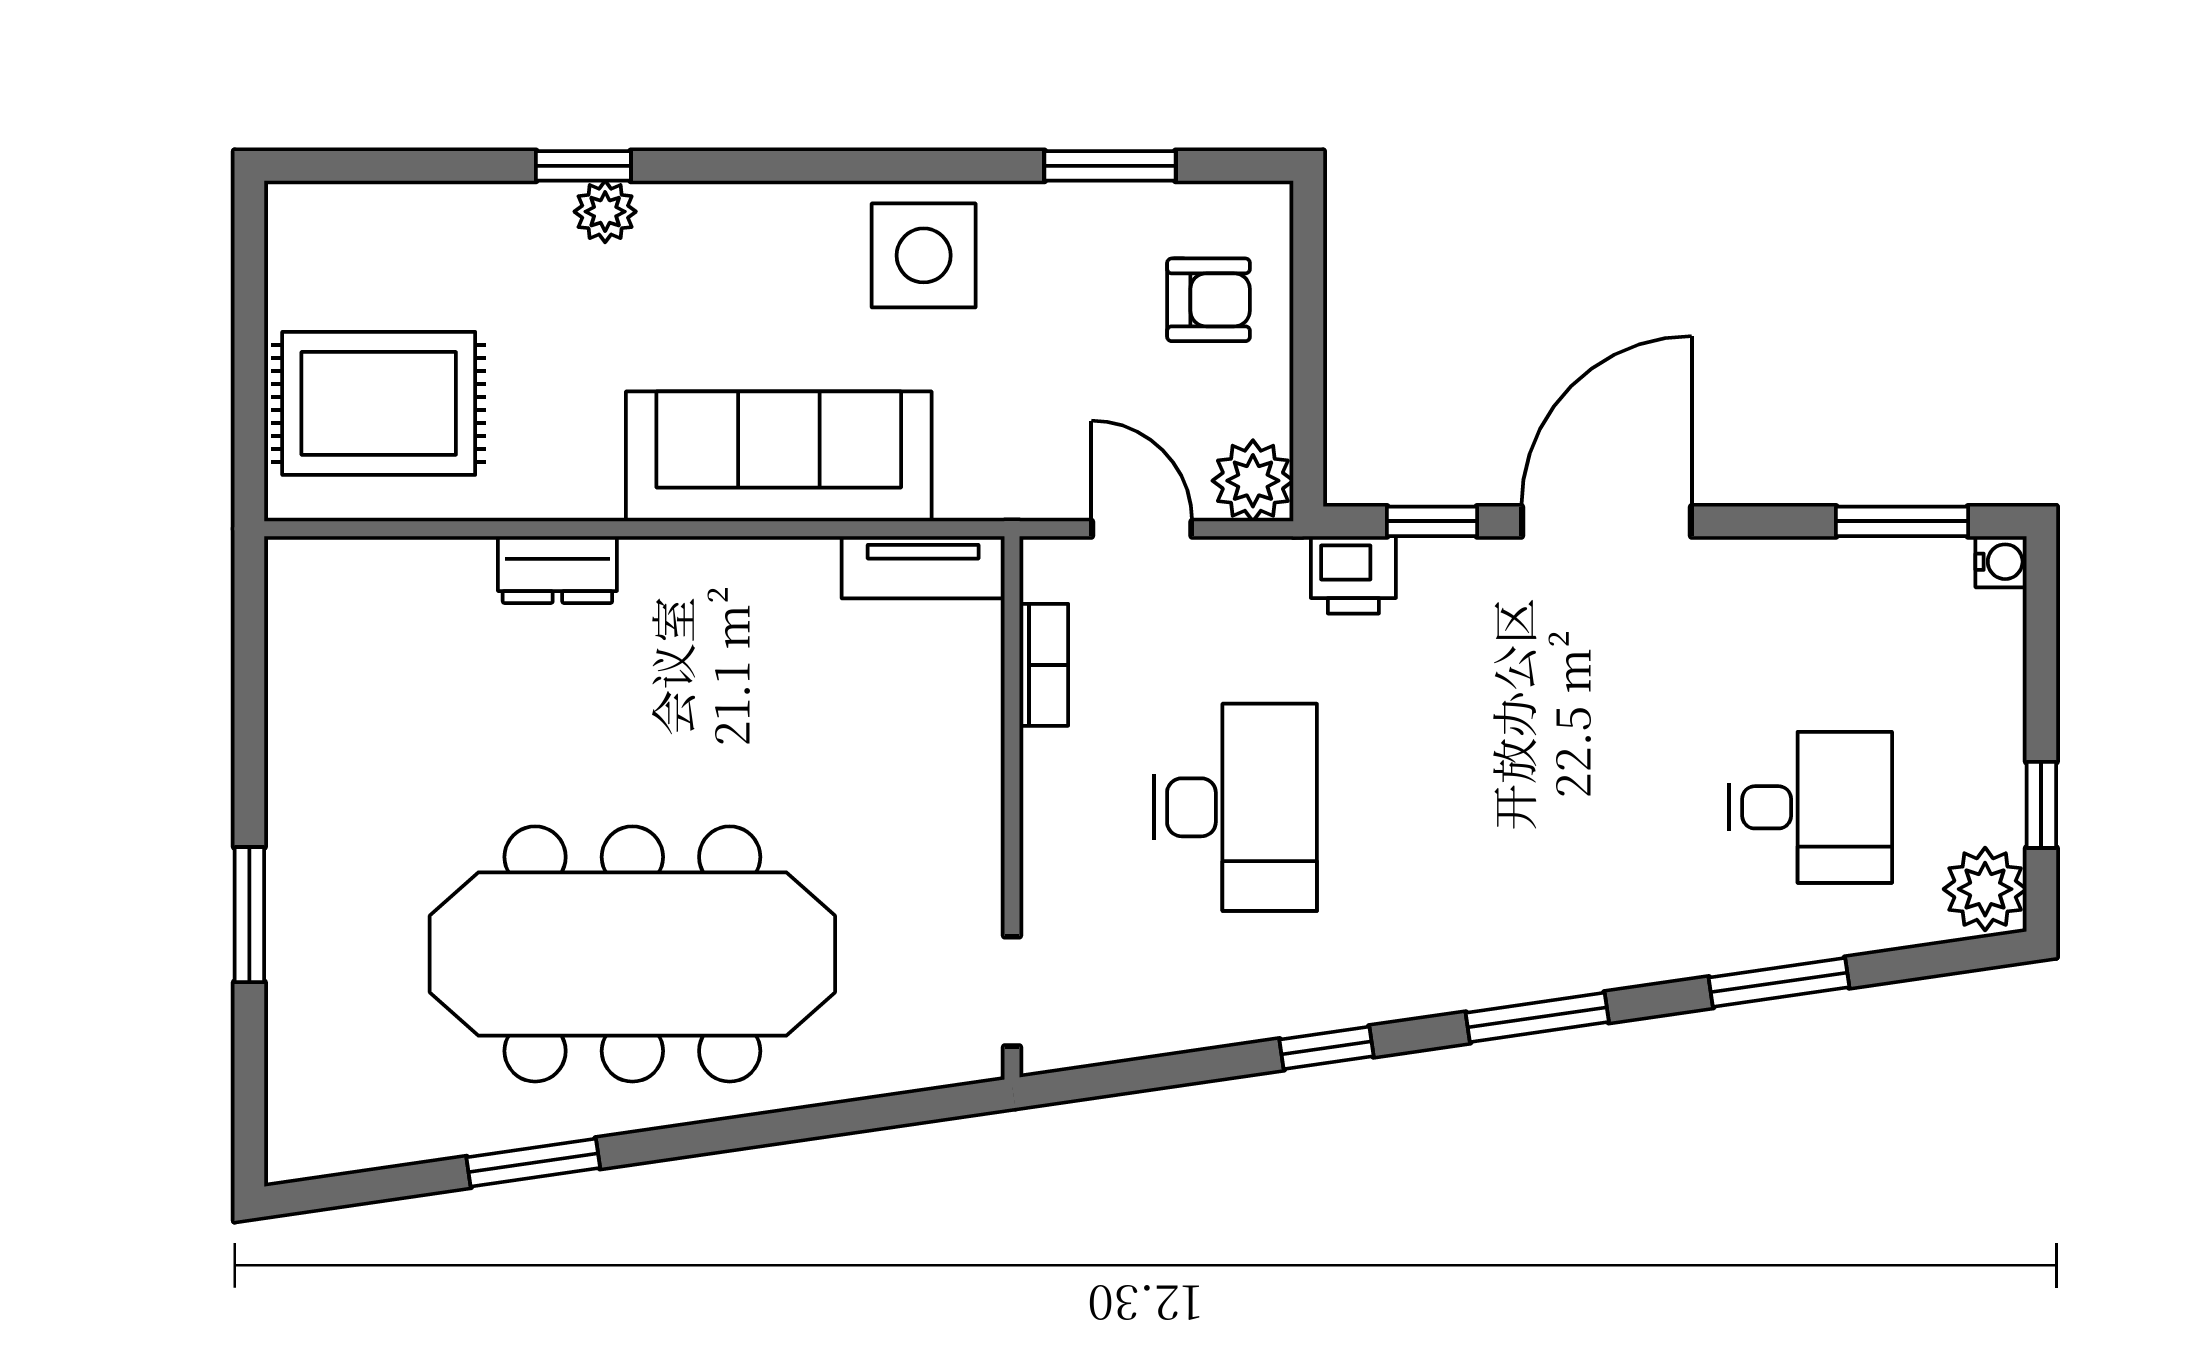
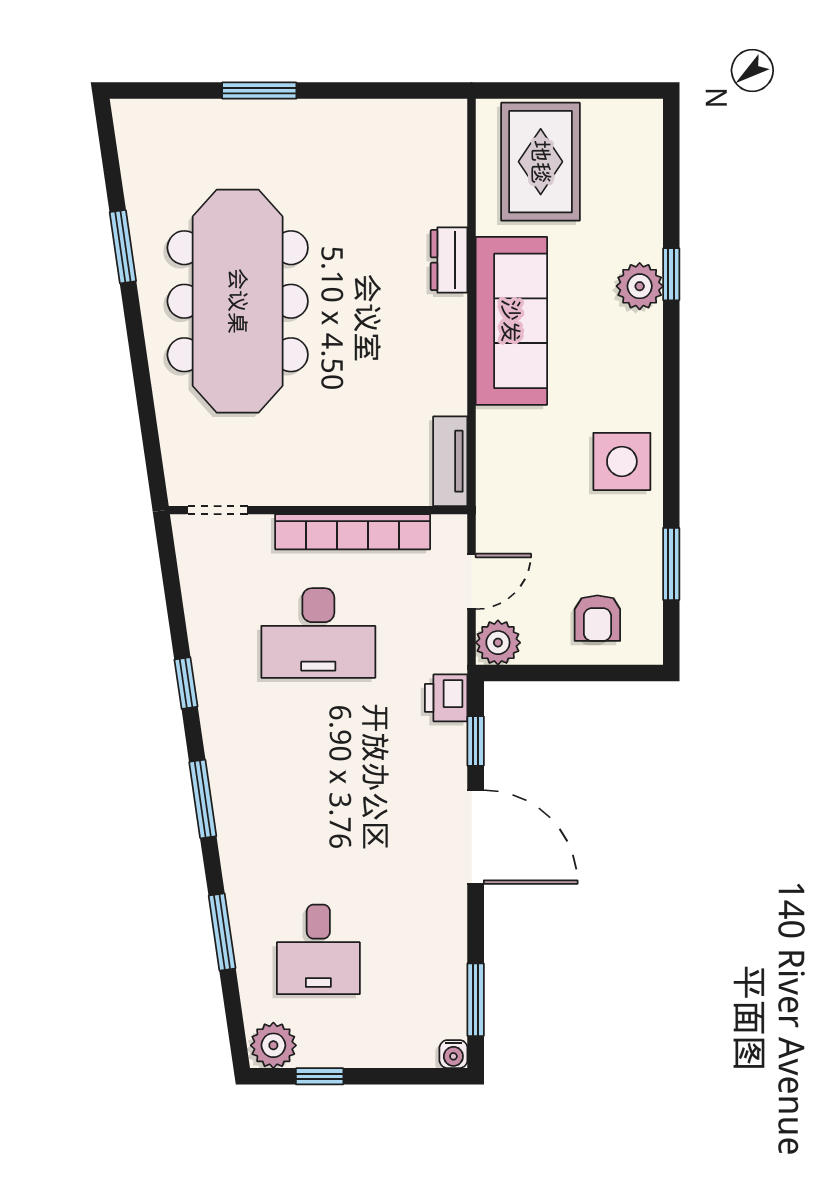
plant: (605, 212) -> (640, 286), width x1.38, depth x1.38
sofa: (779, 456) -> (511, 321), moved
bookcase: (1044, 665) -> (353, 532), width x2.31, depth x1.31

